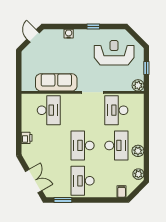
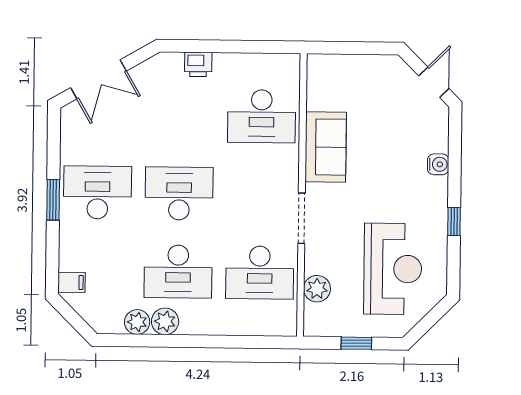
door: (33, 36) -> (434, 82), hinge flipped
sofa: (56, 82) -> (326, 147), width x0.73
plant: (138, 85) -> (317, 289), moved
desk: (116, 110) -> (260, 273), turned 180
plant: (138, 174) -> (137, 322), moved
window: (63, 200) -> (53, 200), moved

